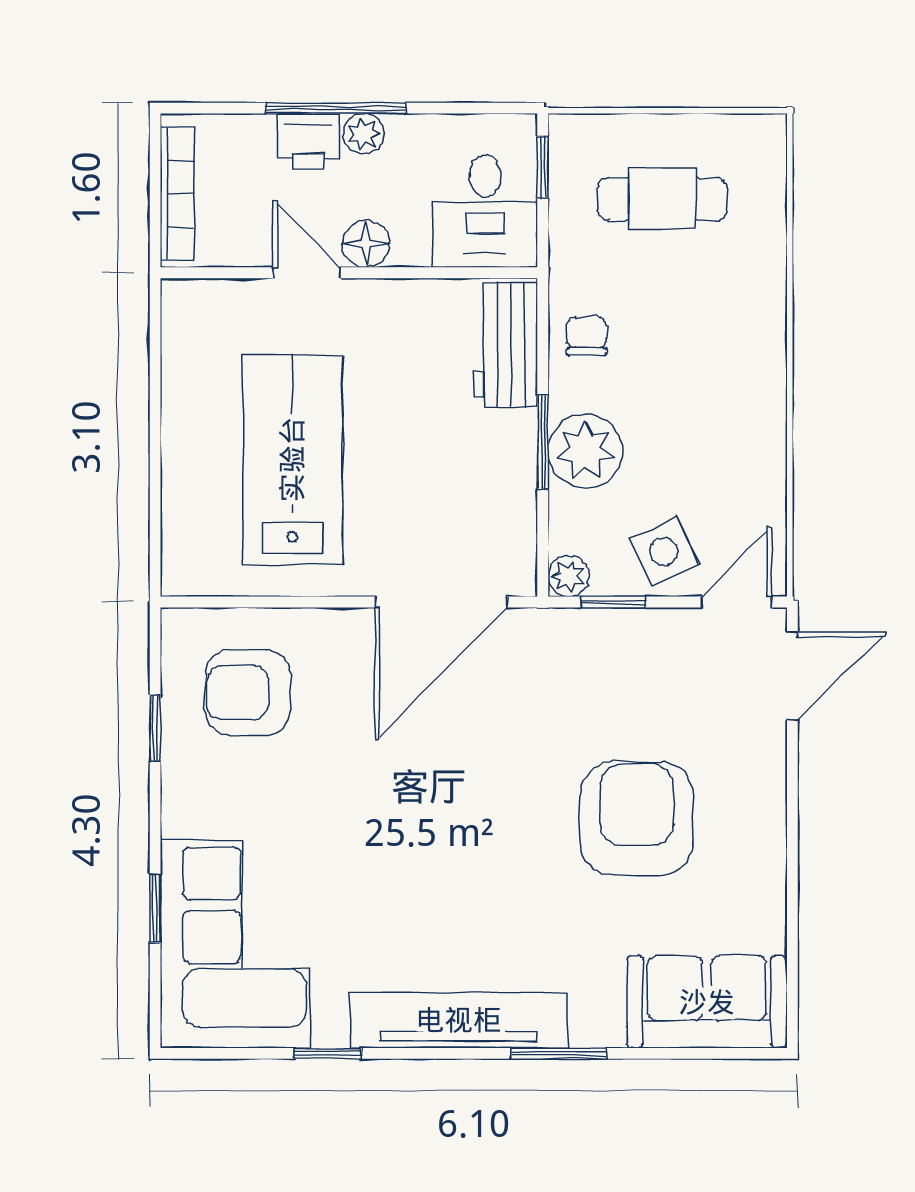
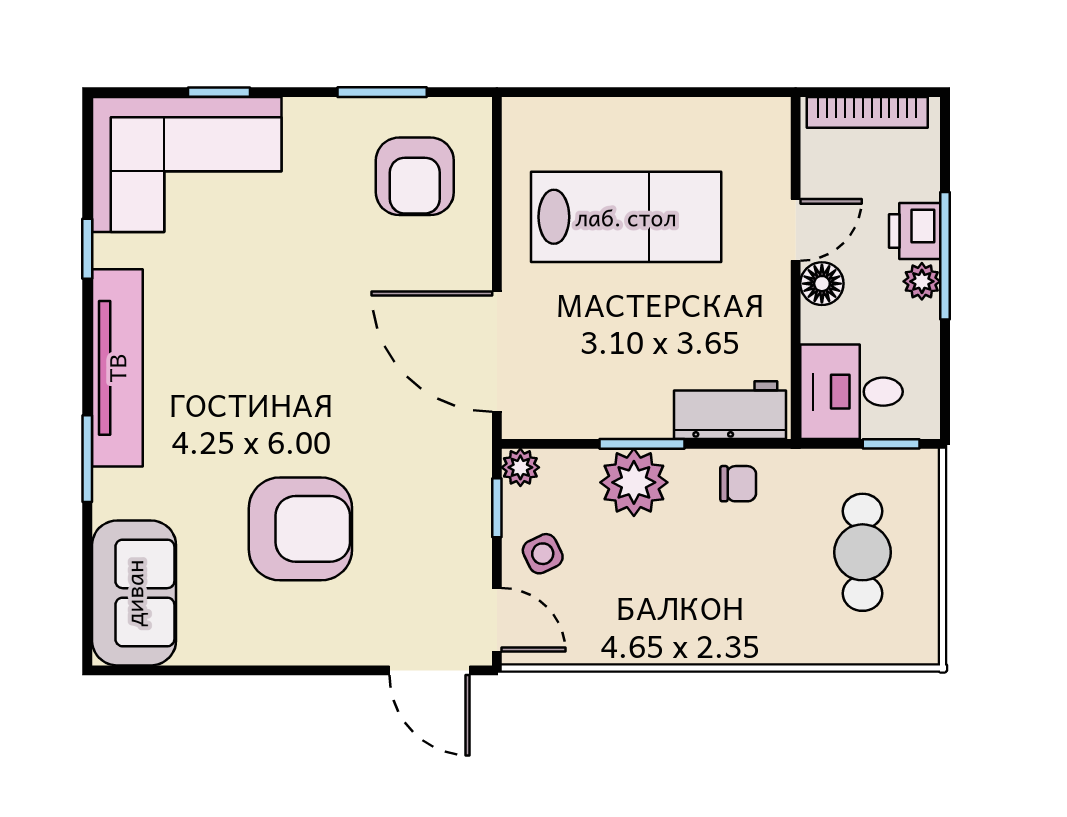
side table: (664, 551) -> (543, 554), width x0.73, depth x0.73
armchair: (248, 692) -> (415, 176), turned 180
window: (155, 728) -> (382, 92), width x1.50

